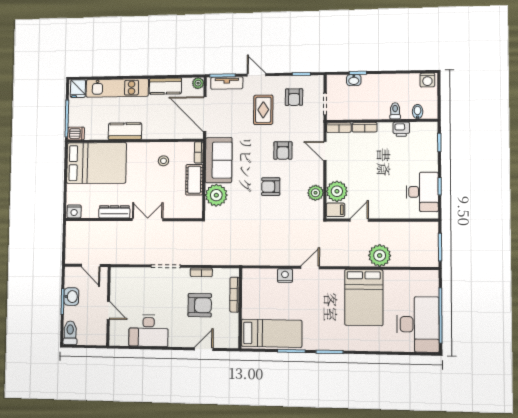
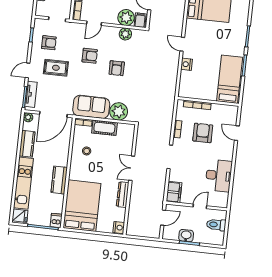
filing cabinet: (123, 276) -> (174, 192), added
toilet: (70, 333) -> (216, 225), moved

